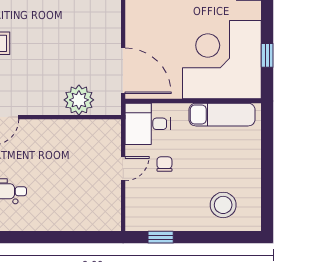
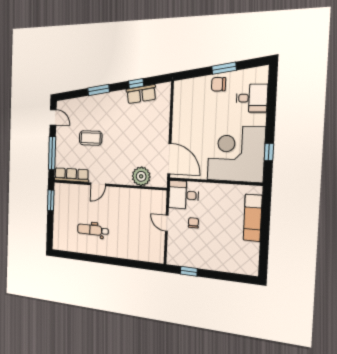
exam couch: (222, 115) -> (253, 218), moved, turned 90
door: (123, 169) -> (167, 223), swing flipped
stool: (223, 205) -> (232, 255), removed

